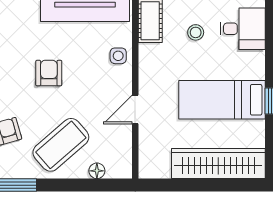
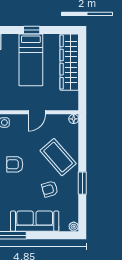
door: (135, 110) -> (37, 112), hinge flipped
floor lamp: (97, 171) -> (74, 119), moved

